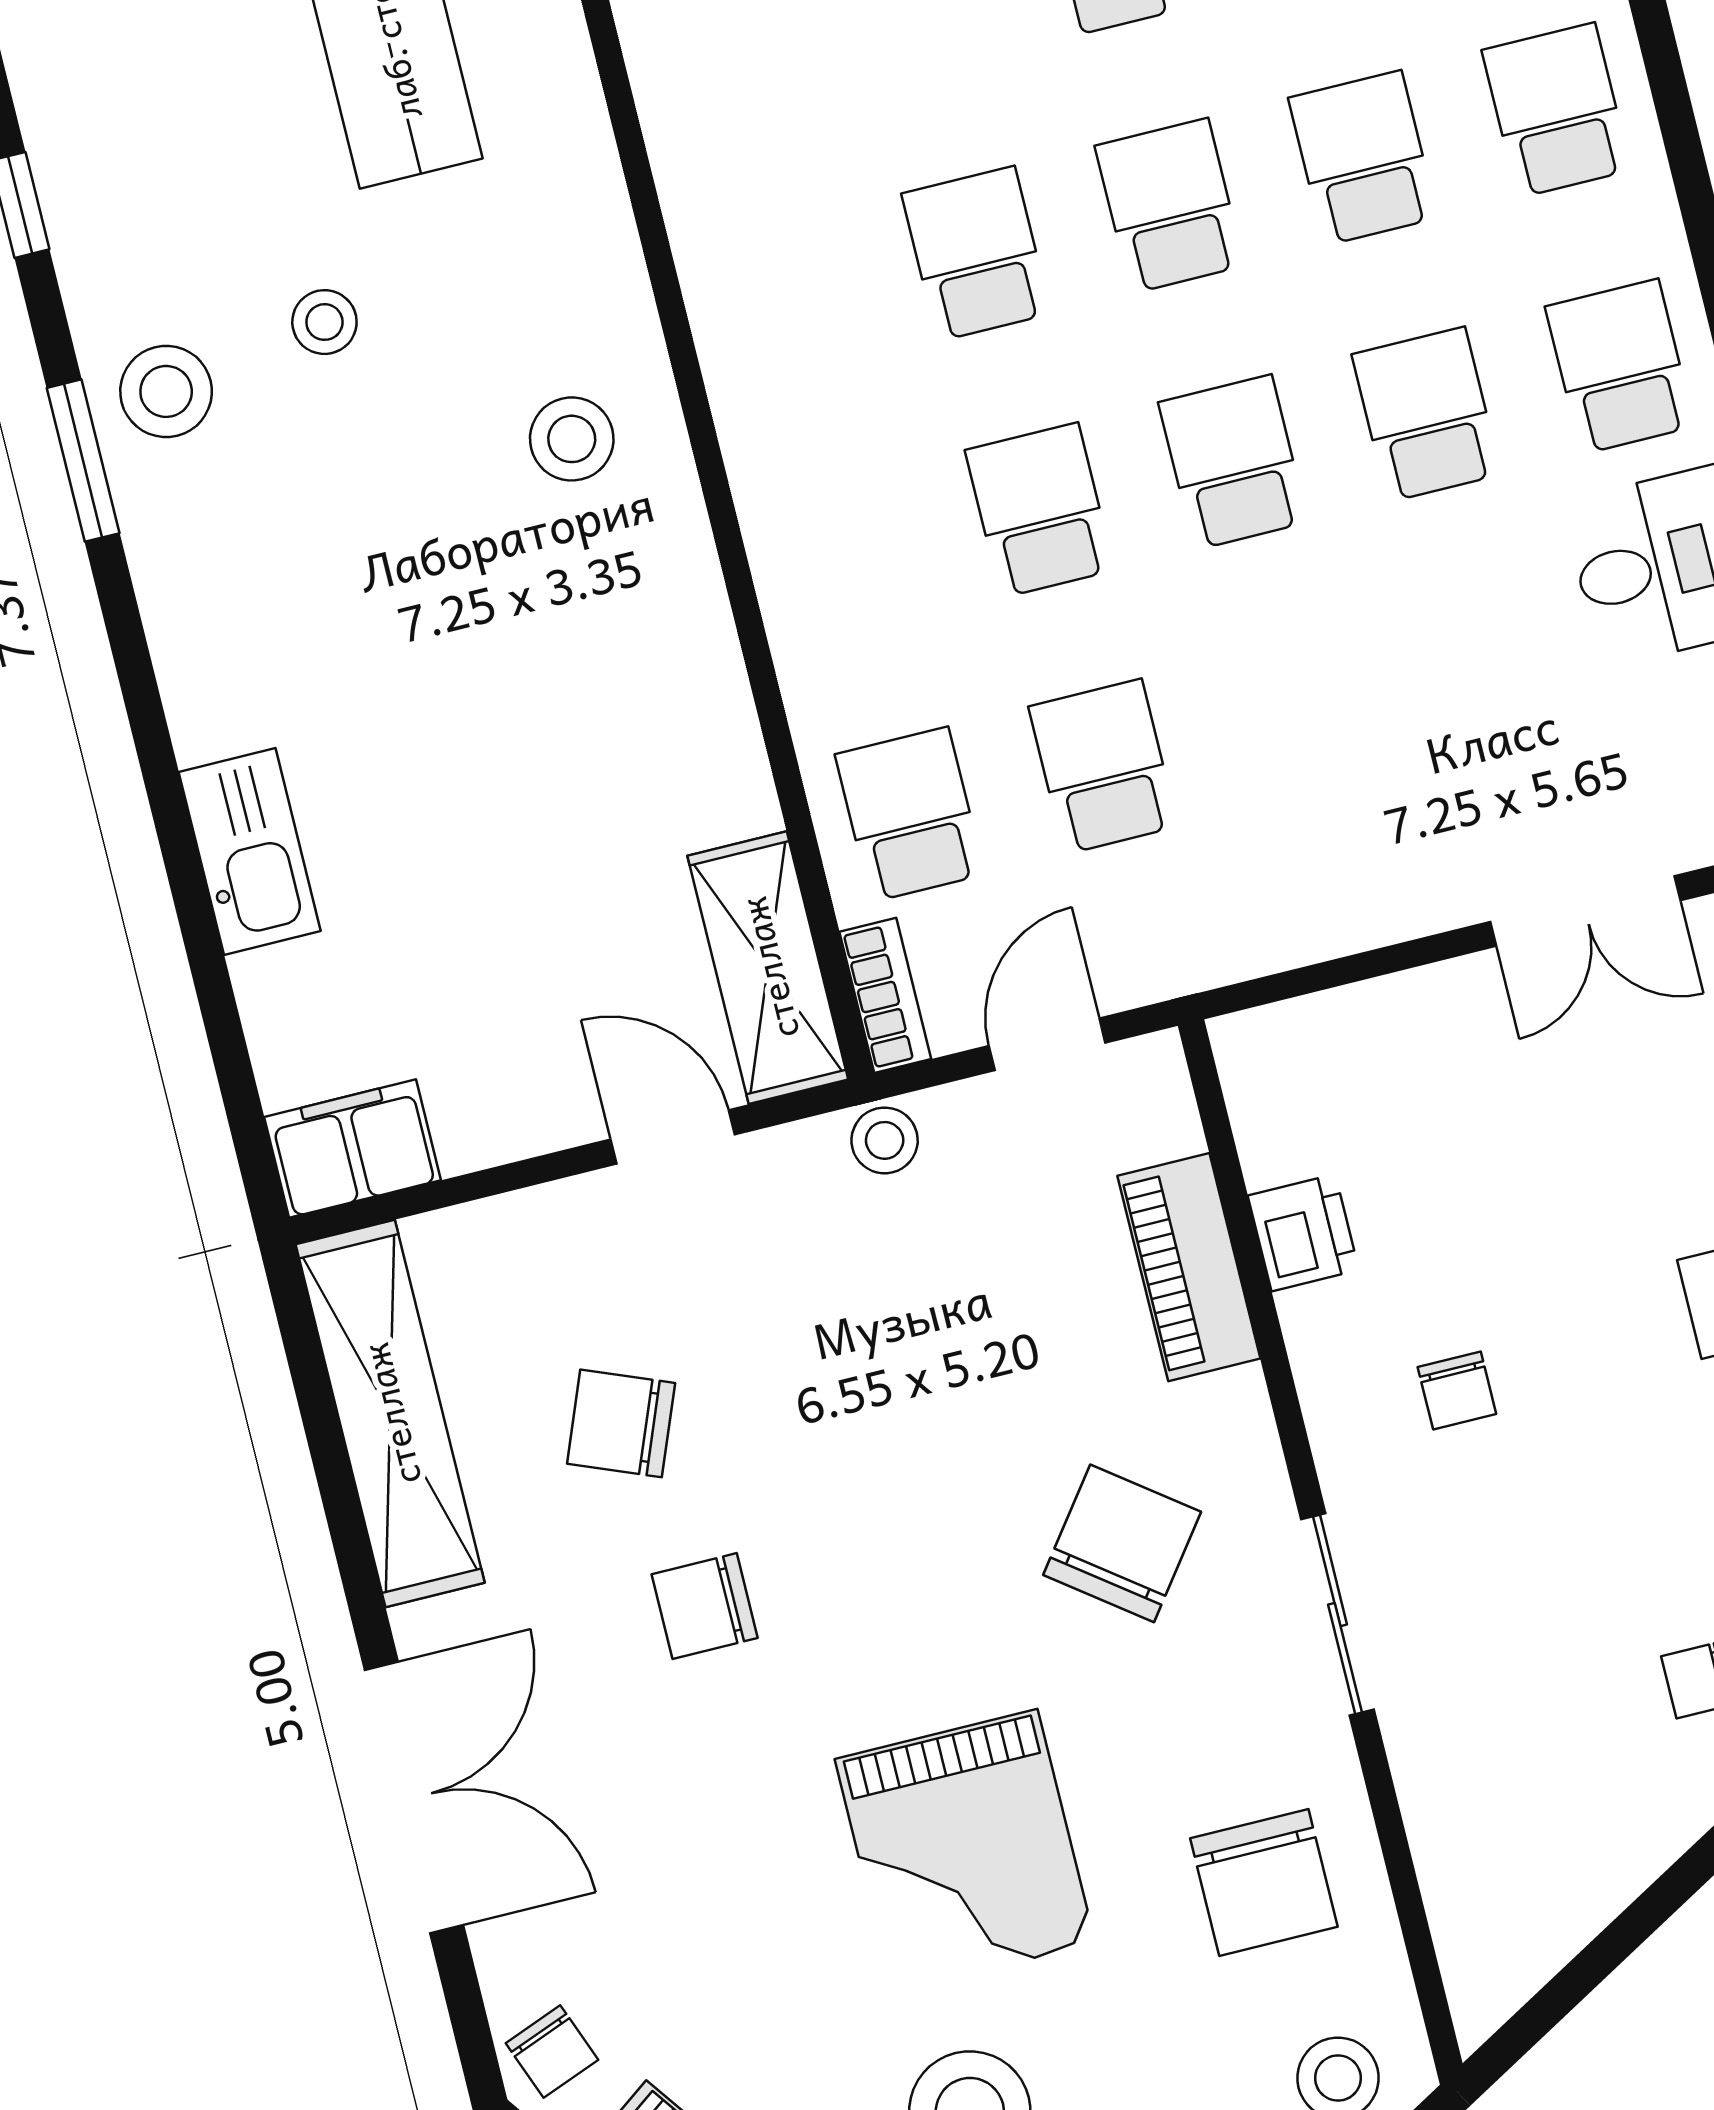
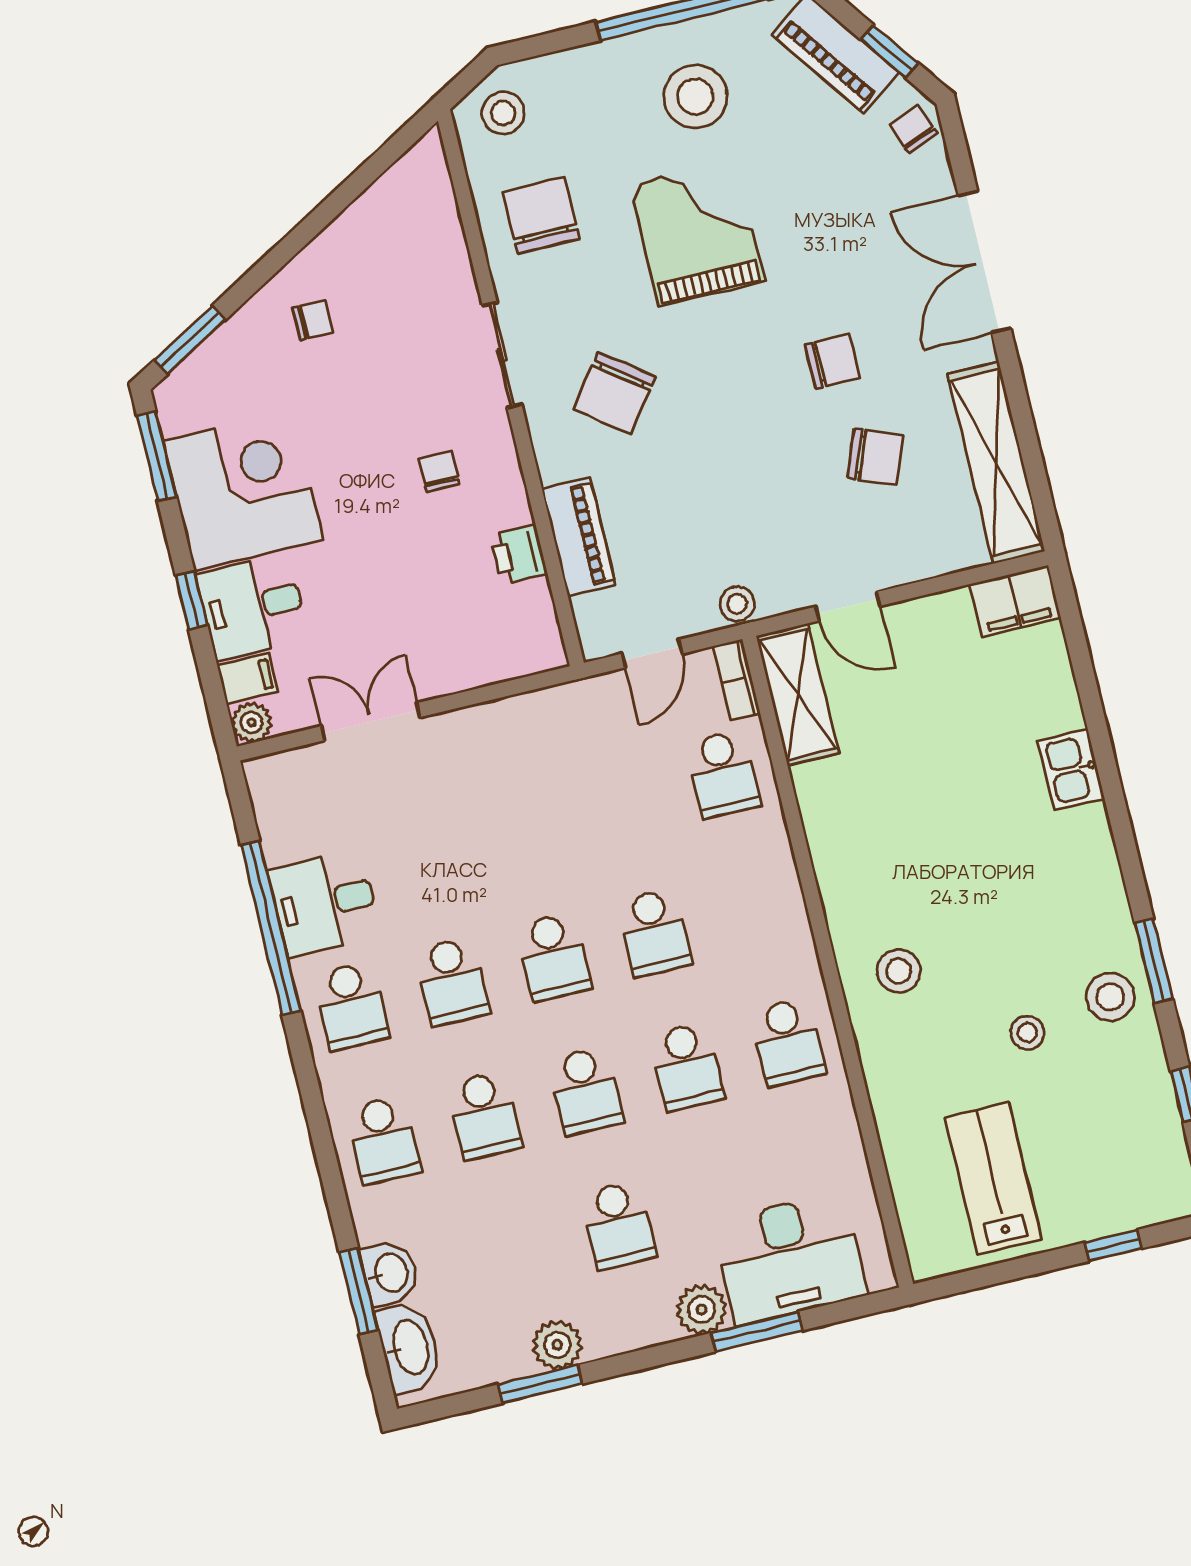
school desk: (1103, 767) -> (788, 1042), moved
kitchen sink: (250, 851) -> (1071, 770), width x0.73

